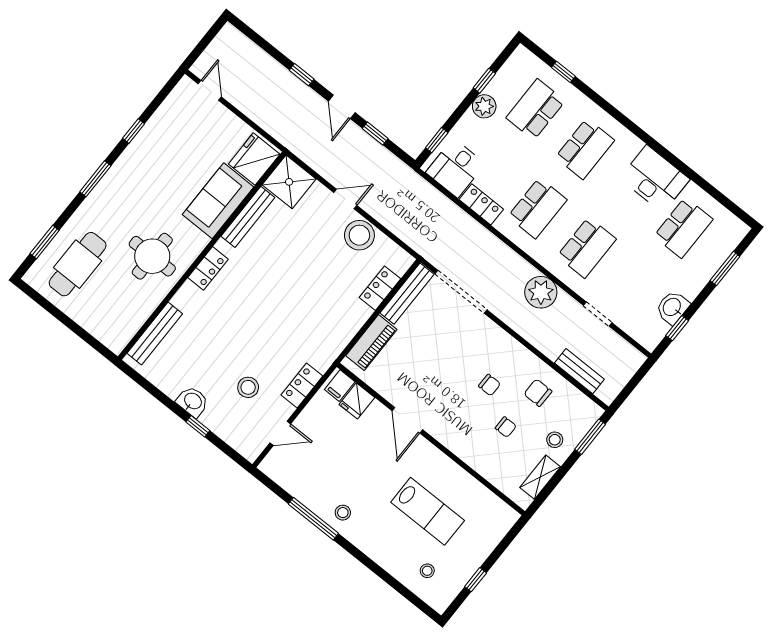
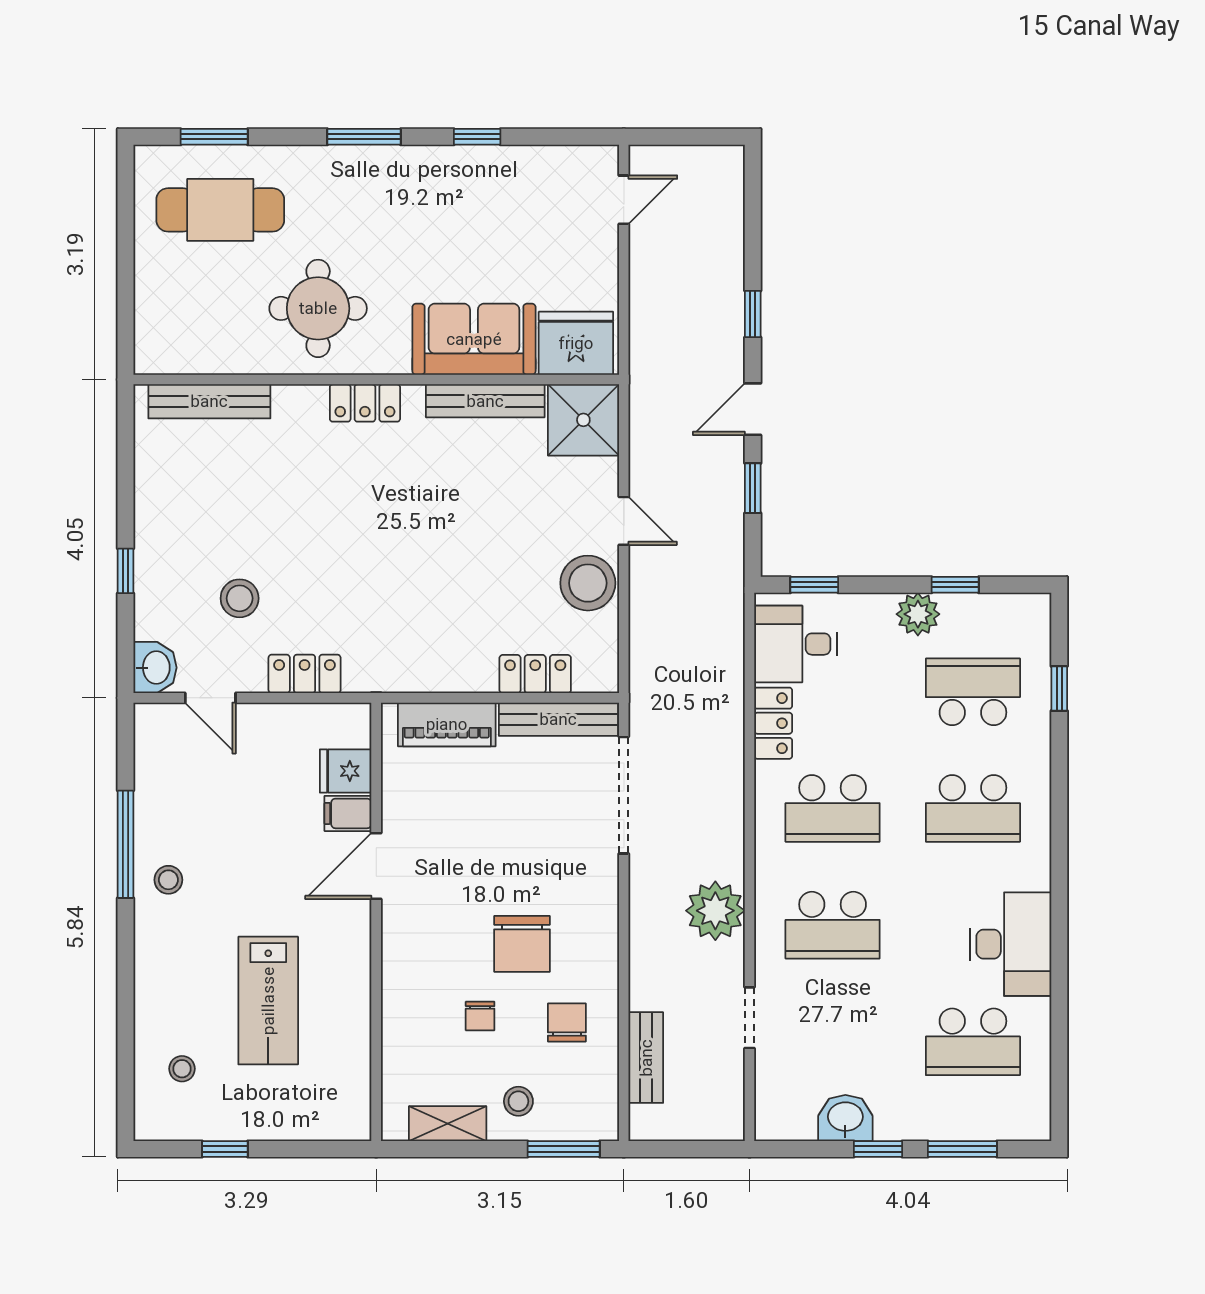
window: (677, 328) -> (878, 1149), moved
chair: (489, 385) -> (522, 944), width x1.87, depth x1.87
filing cabinet: (340, 386) -> (348, 813), moved
washbasin: (193, 401) -> (155, 668), moved

